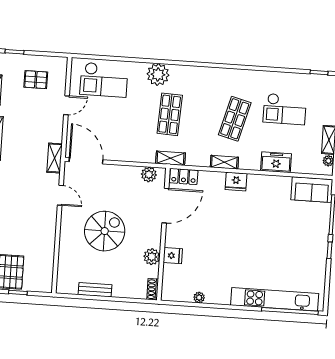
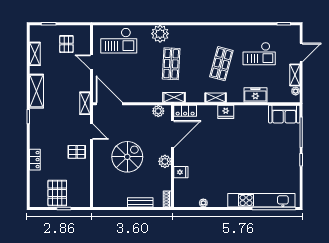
pallet: (36, 80) -> (66, 44), turned 90
door: (67, 105) -> (91, 62), swing flipped
pallet: (40, 220) -> (77, 152), added
plant: (152, 257) -> (165, 161), moved
bench: (95, 290) -> (140, 202), moved

